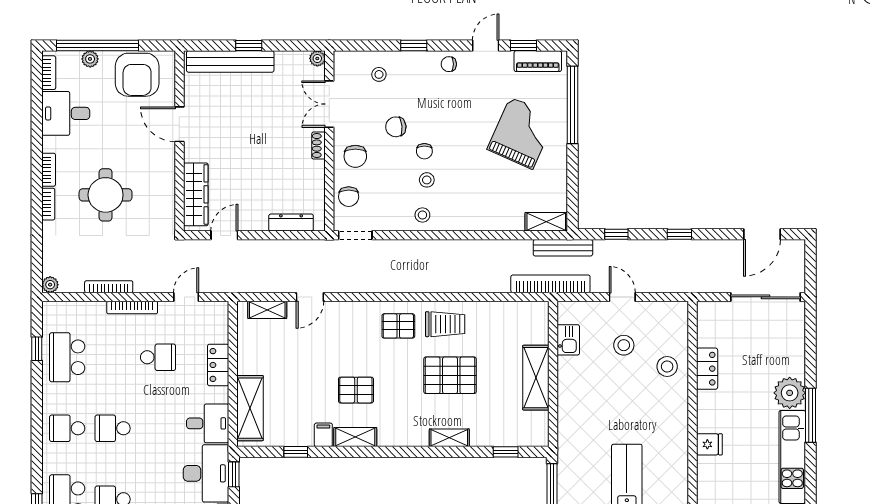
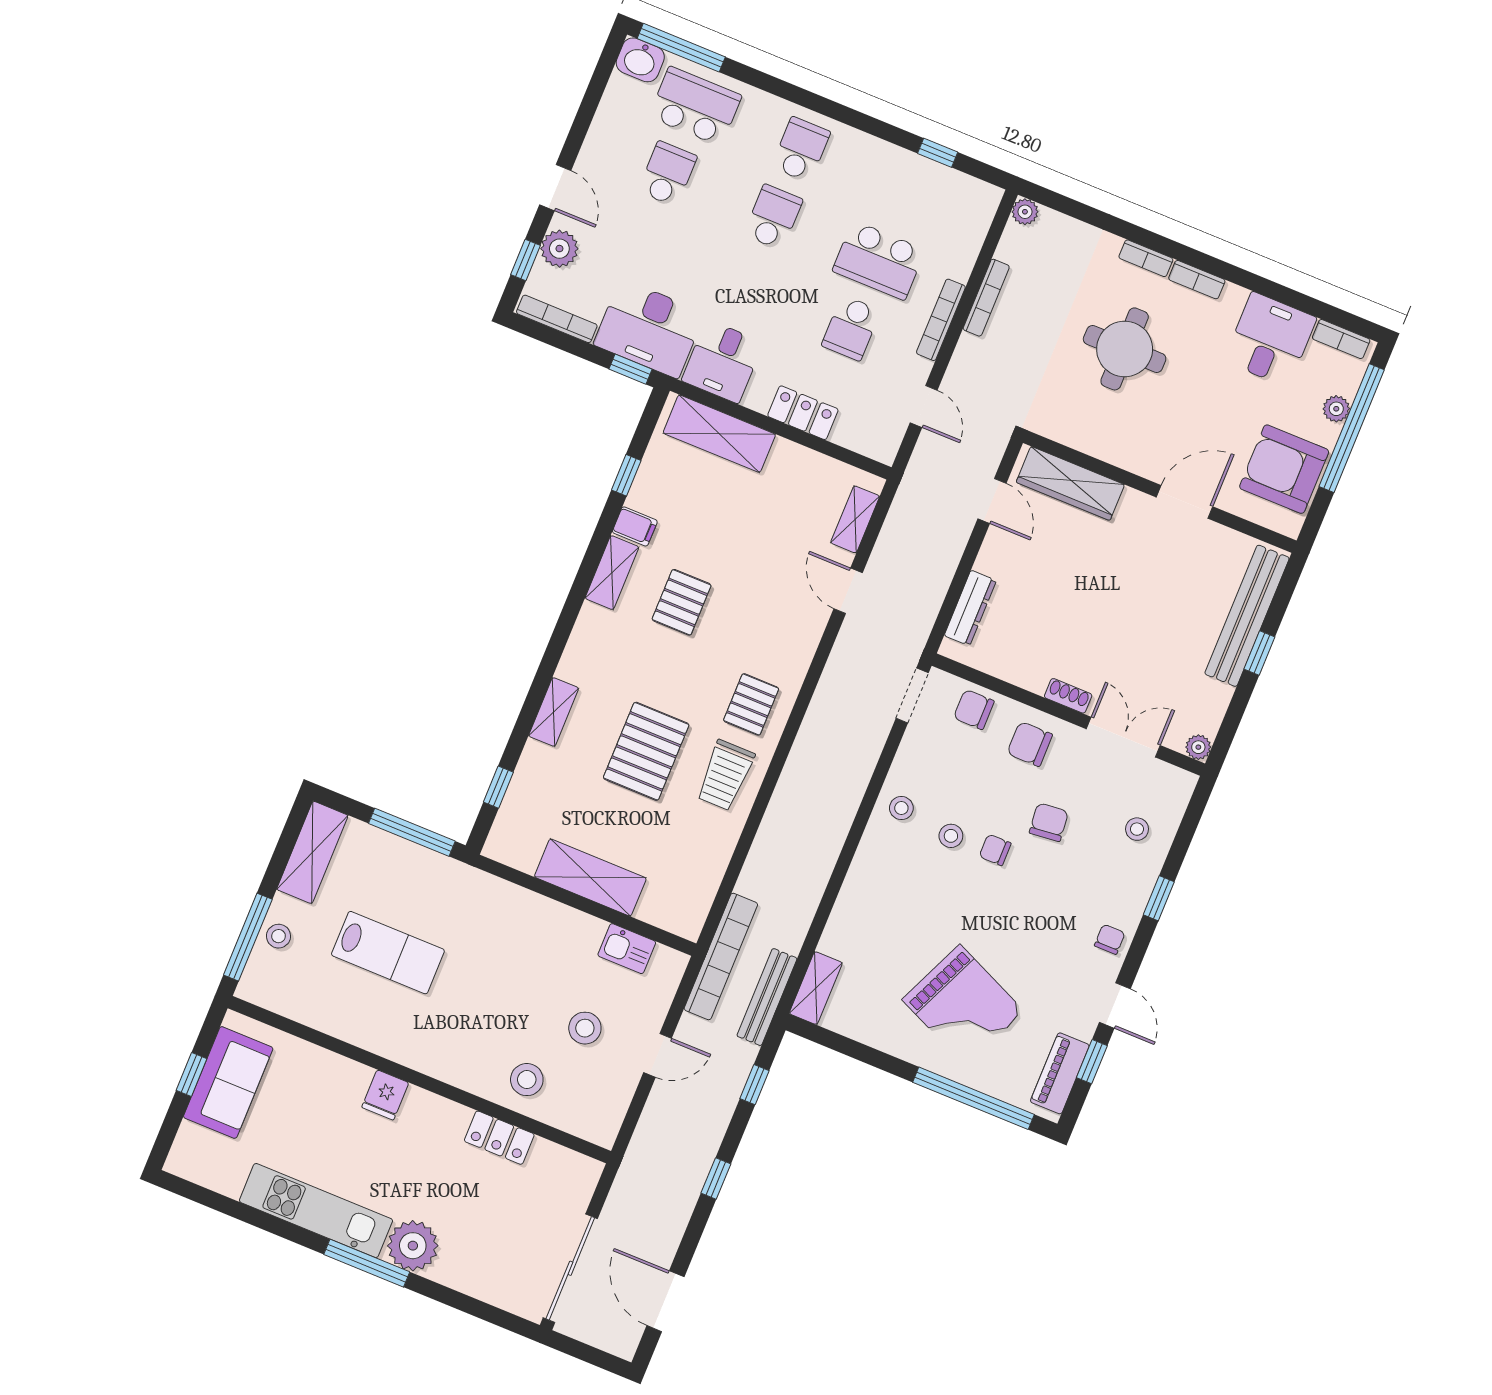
school desk: (67, 357) -> (879, 260), moved, turned 180

